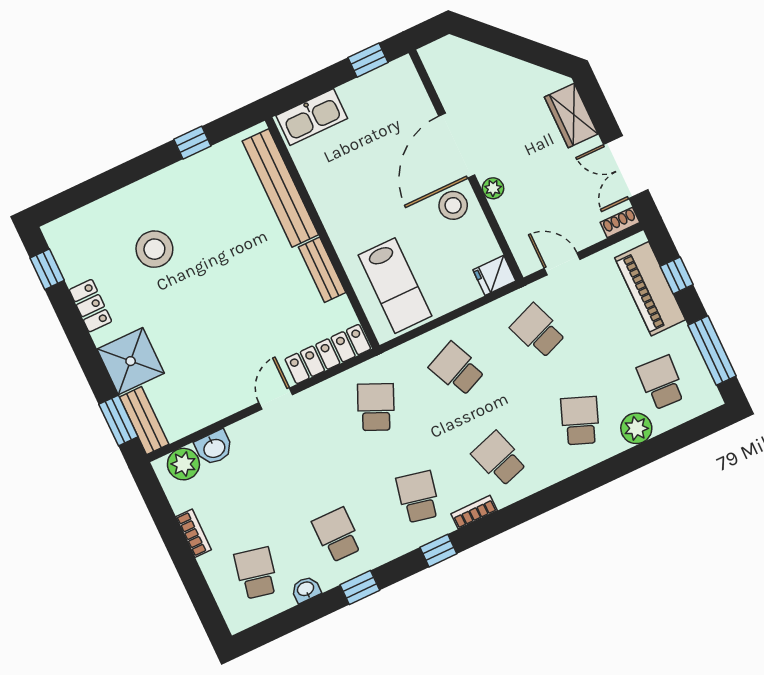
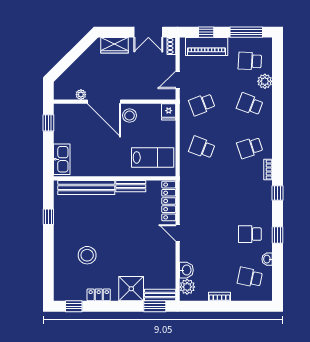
plant: (493, 188) -> (81, 95), moved
school desk: (457, 369) -> (202, 148), turned 45
school desk: (376, 407) -> (202, 191), removed
school desk: (418, 497) -> (250, 191), removed

